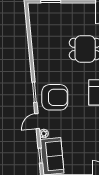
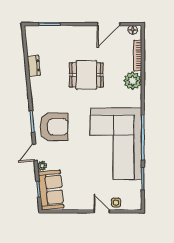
dresser: (36, 40) -> (34, 66), added

